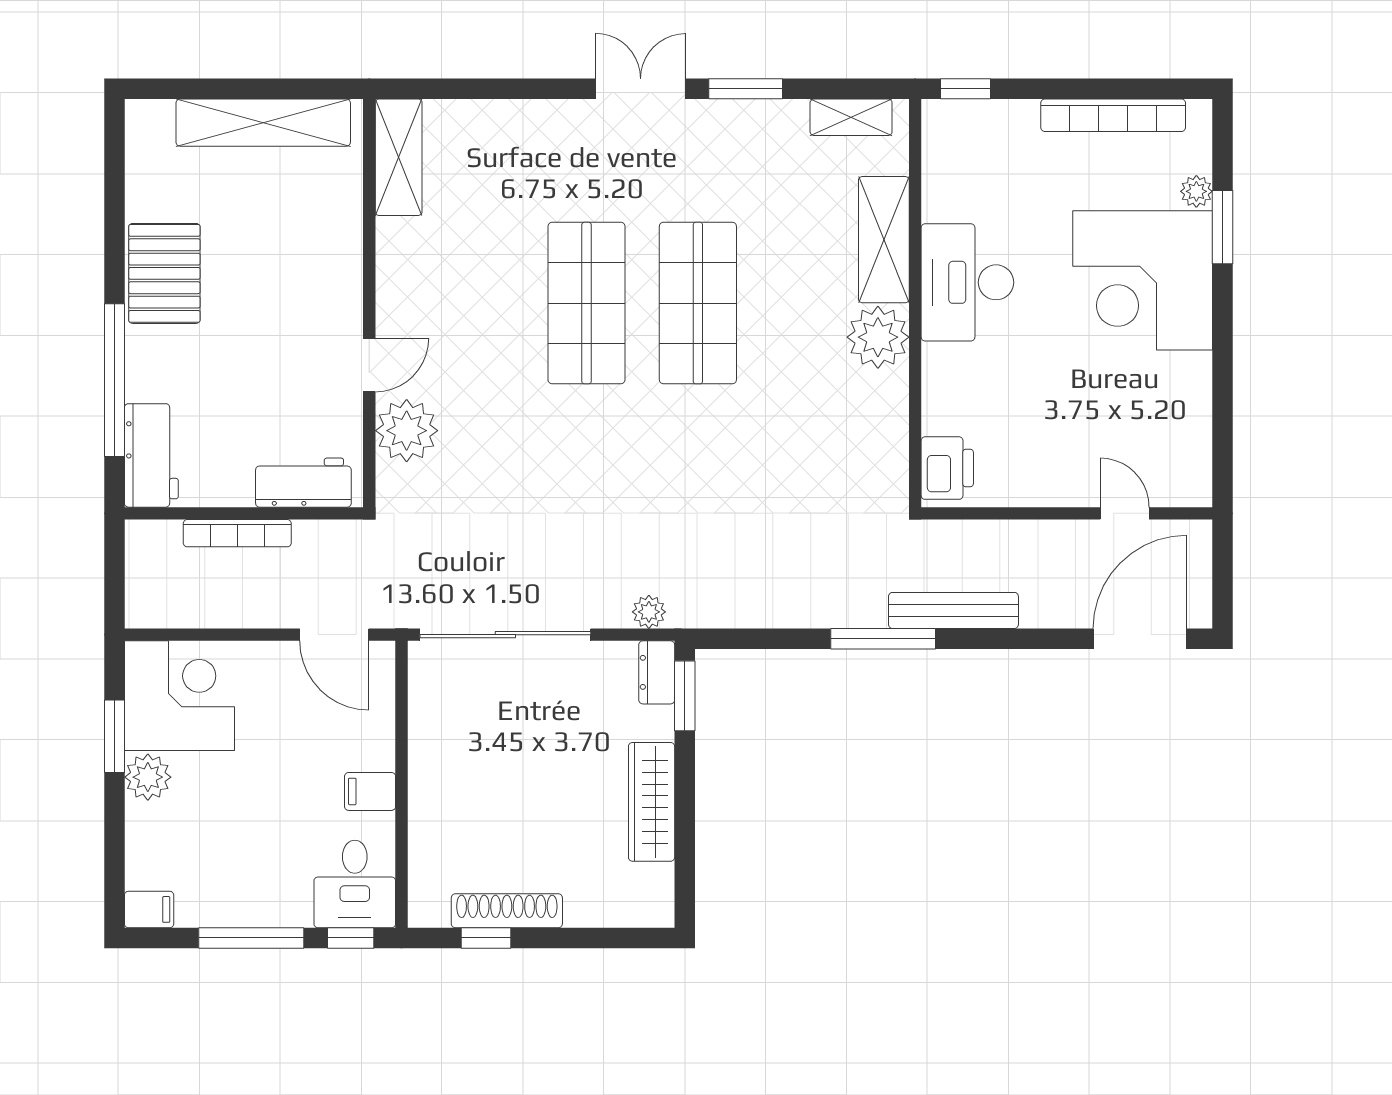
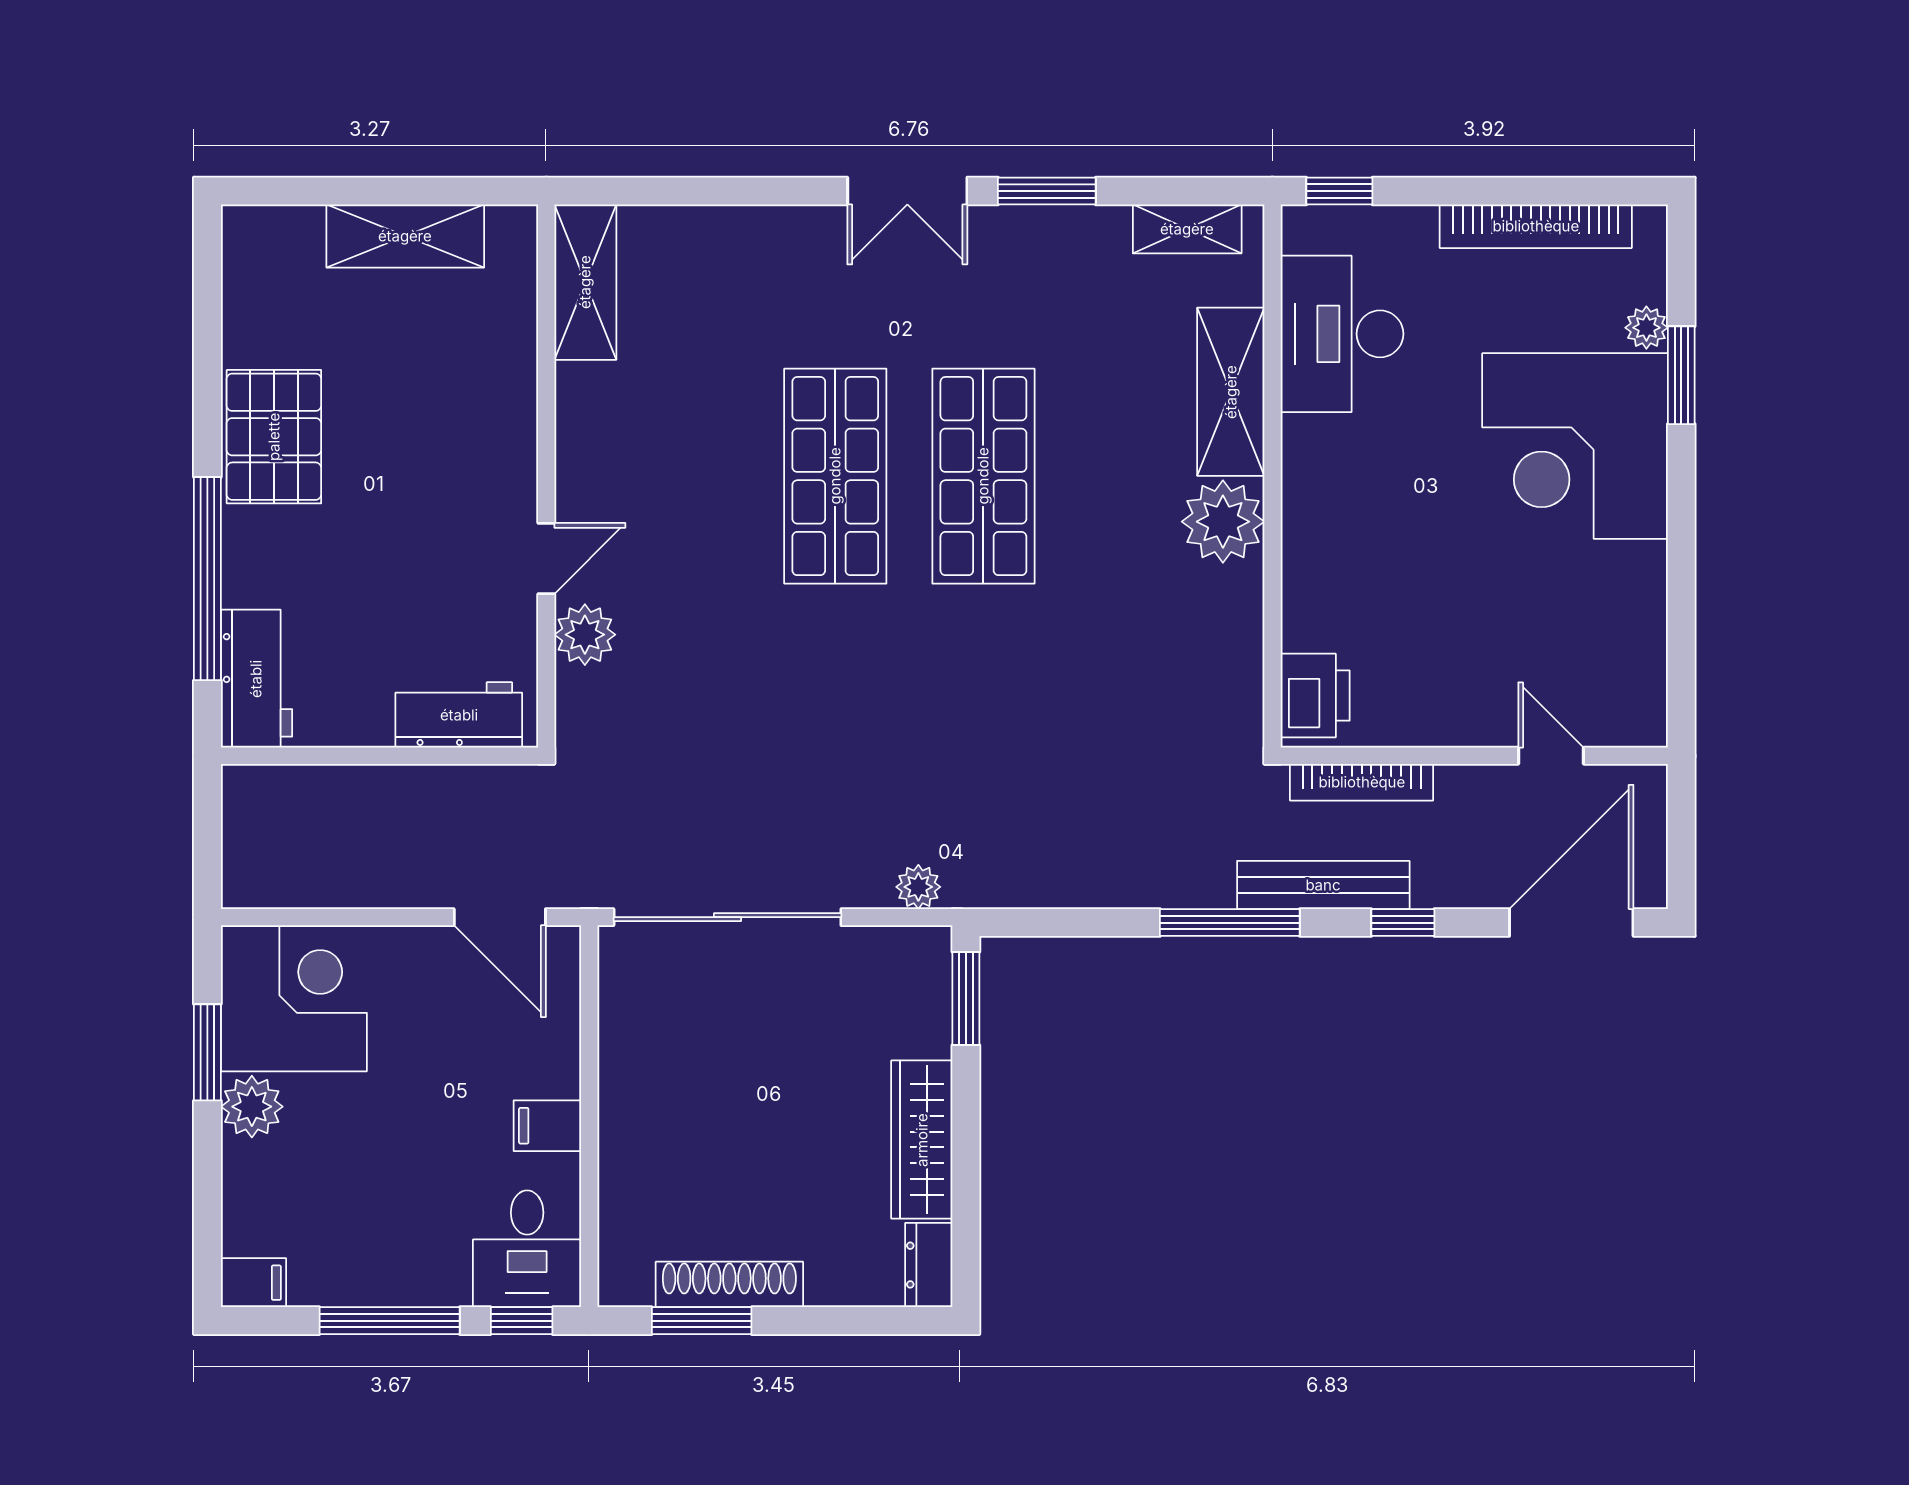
double door: (641, 89) -> (907, 191), swing flipped
shelving: (263, 123) -> (405, 236), width x0.68
desk: (967, 282) -> (1342, 334), moved
plant: (407, 431) -> (585, 635), width x0.73, depth x0.73
bookcase: (237, 533) -> (1362, 782), moved
window: (1013, 639) -> (1403, 923), added
dresser: (657, 672) -> (929, 1265), moved
window: (486, 938) -> (702, 1321), width x1.50

